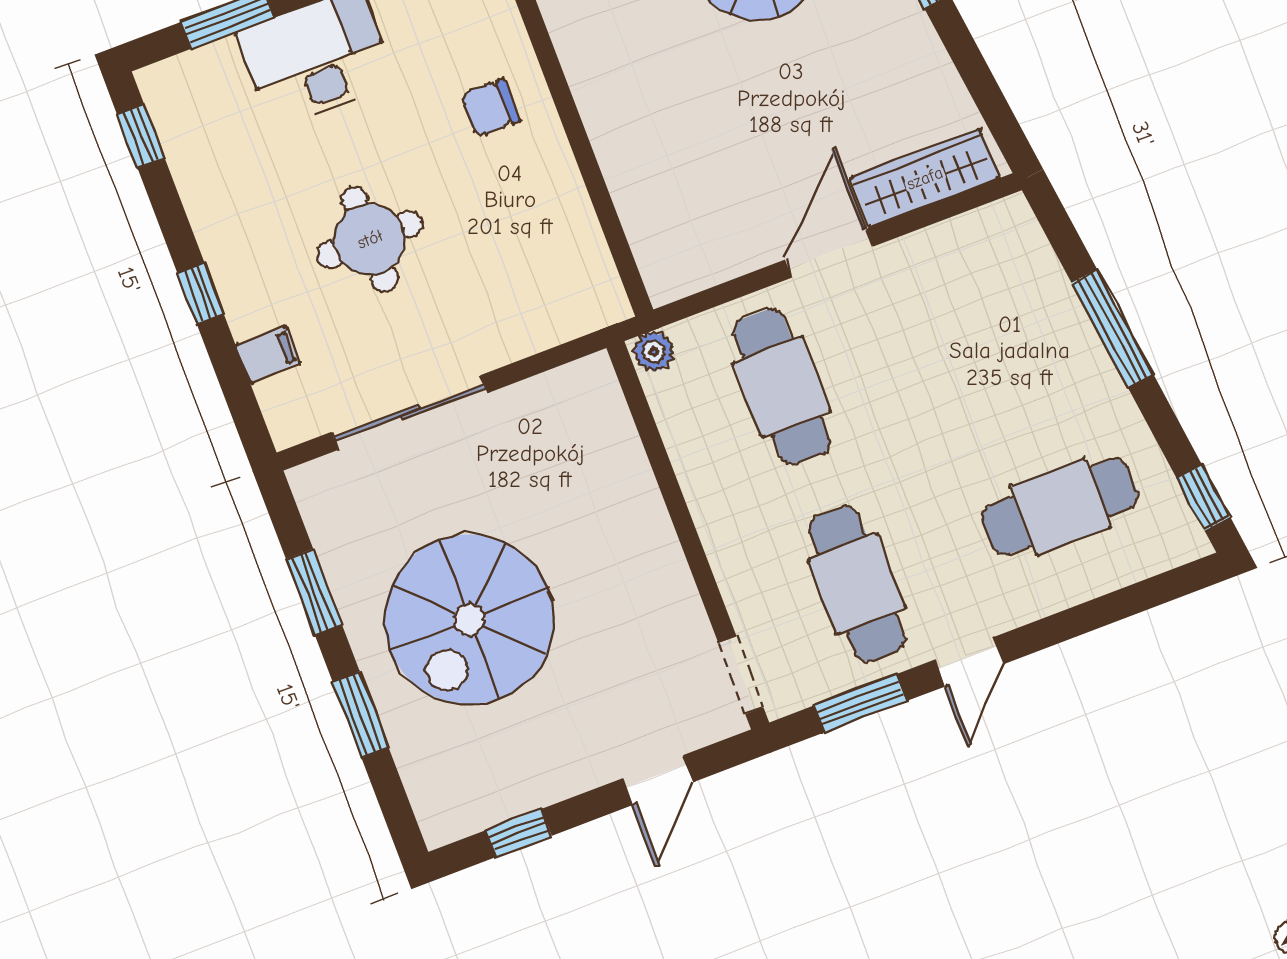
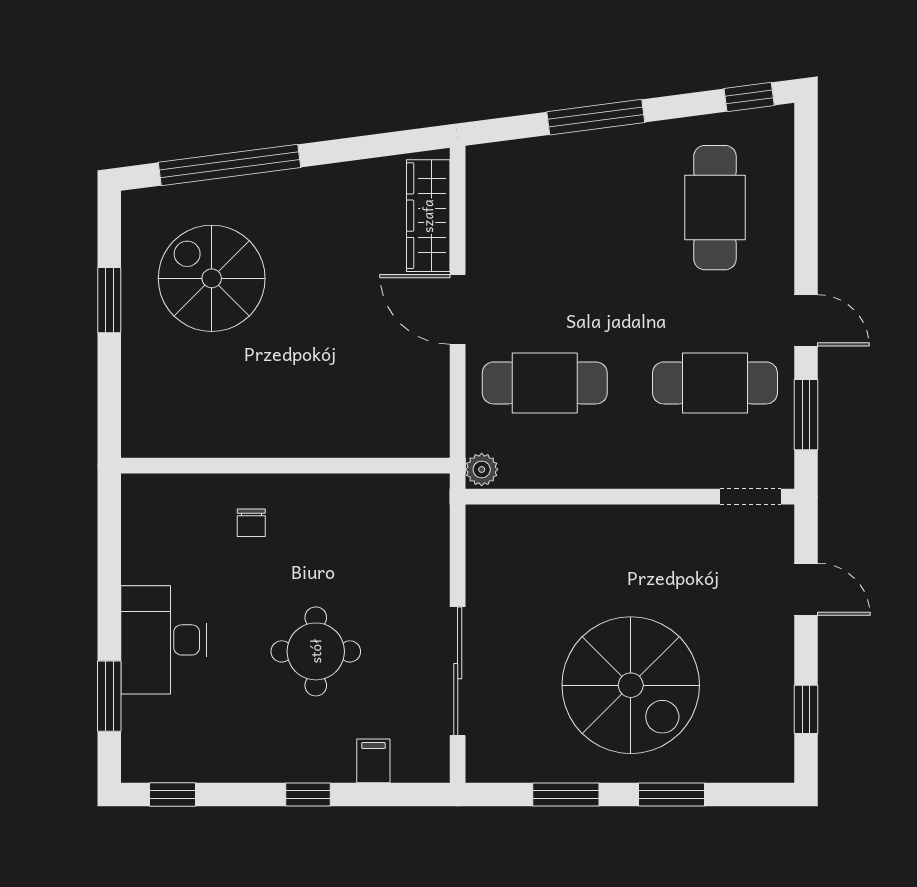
chair: (490, 108) -> (251, 523), width x0.73, depth x0.73

